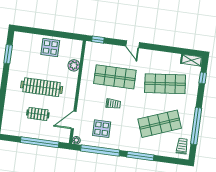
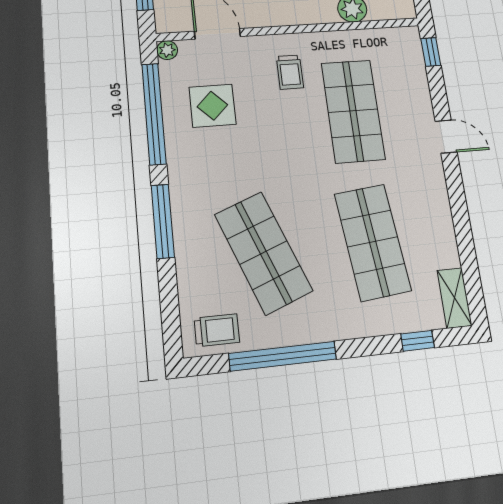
door: (133, 44) -> (446, 137), swing flipped
trolley: (113, 104) -> (290, 72), moved

